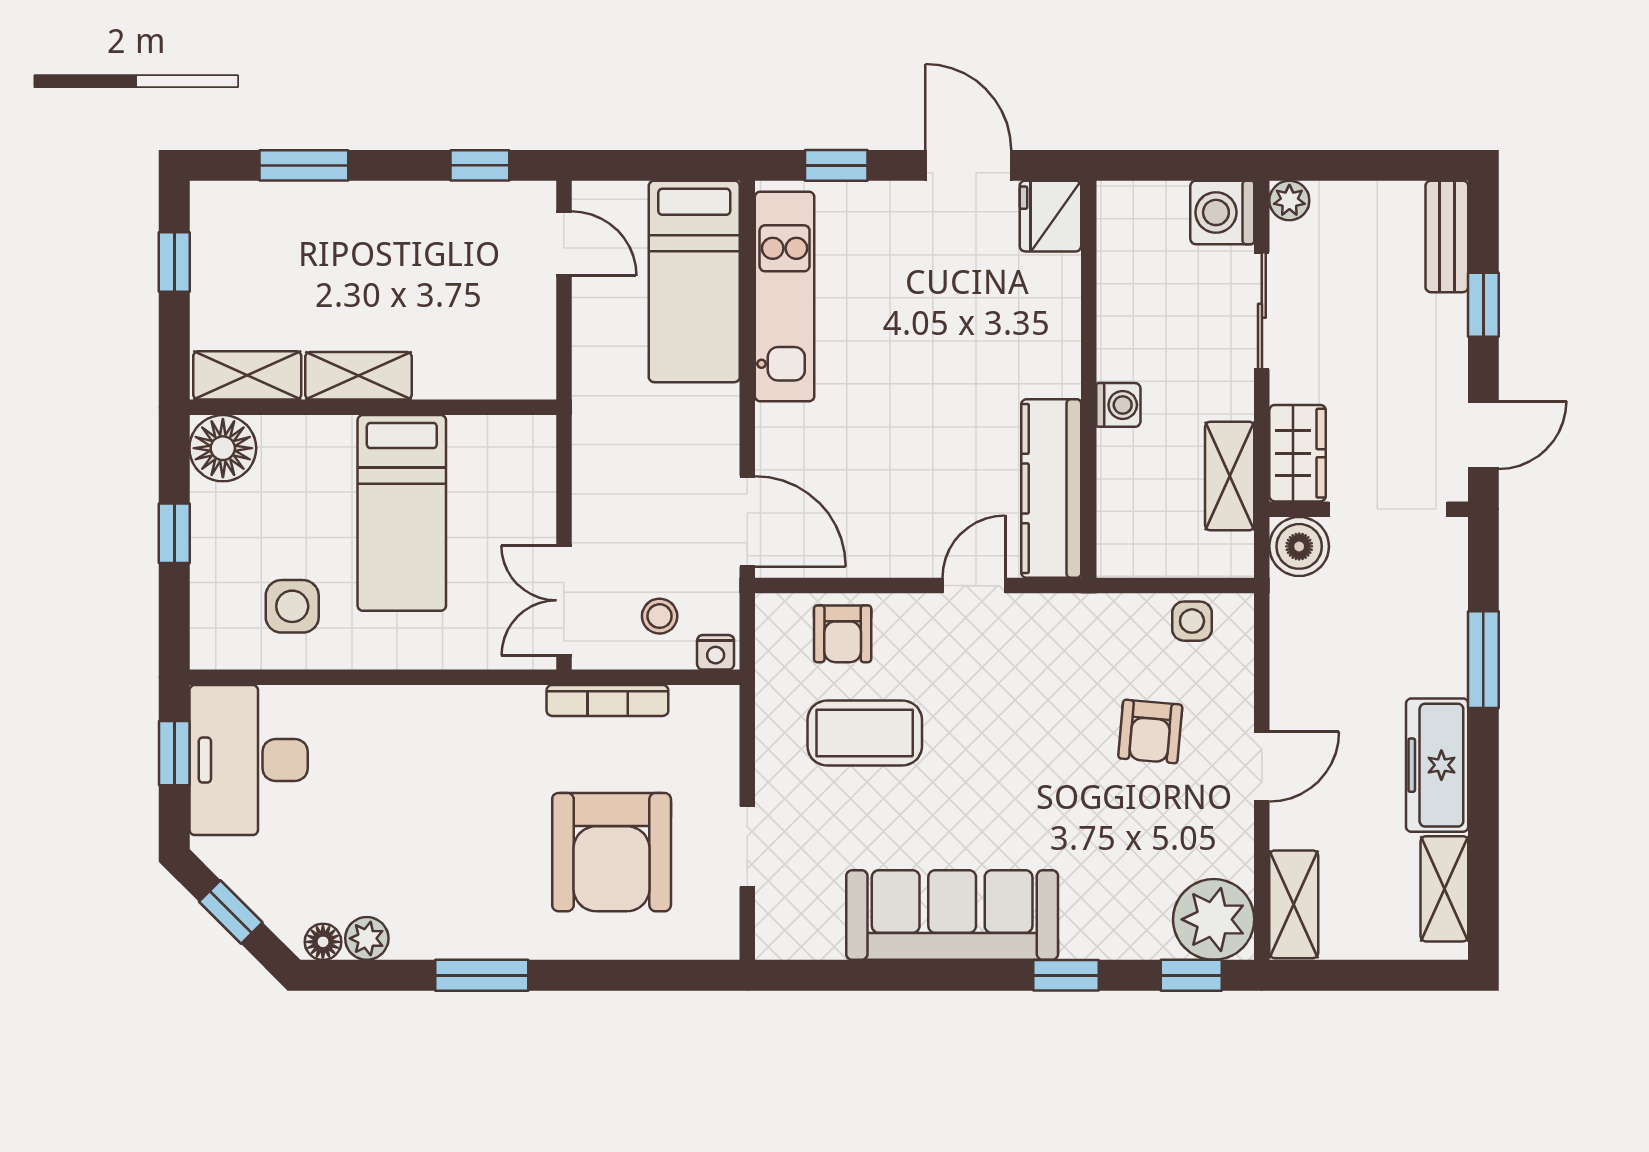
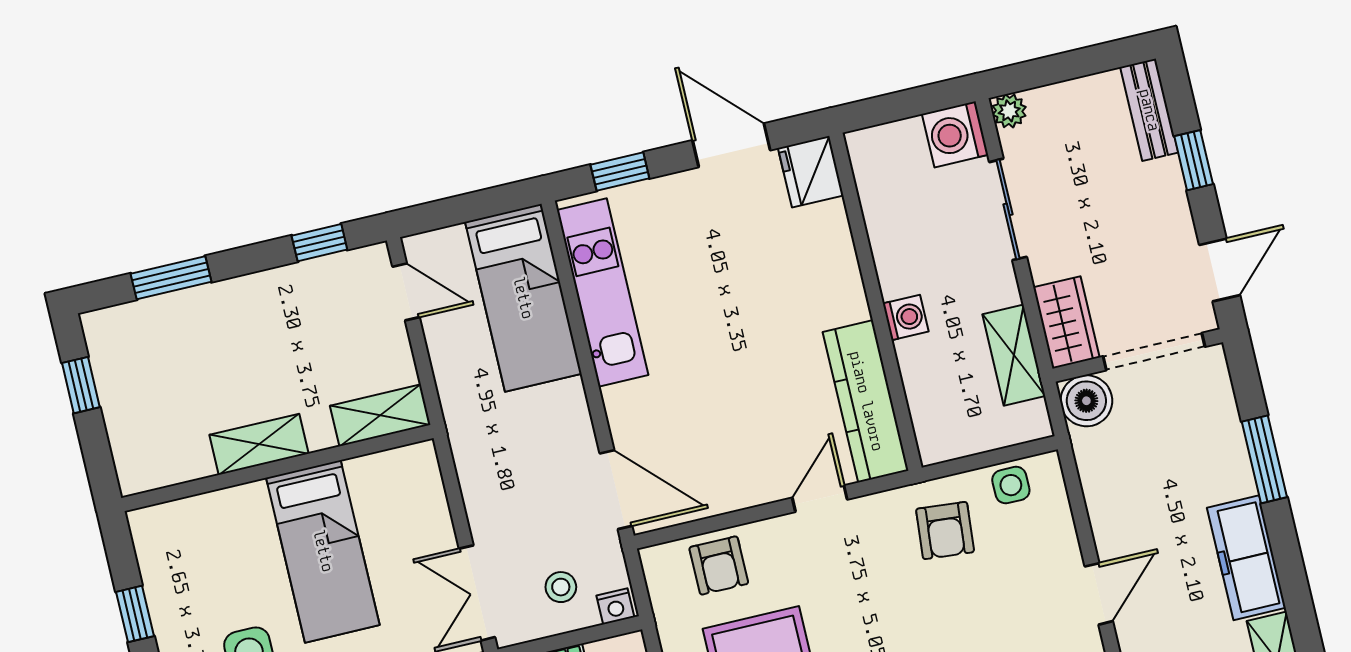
shelving: (247, 375) -> (380, 415), moved
floor lamp: (223, 448) -> (159, 532), removed
armchair: (1150, 732) -> (945, 530), moved

